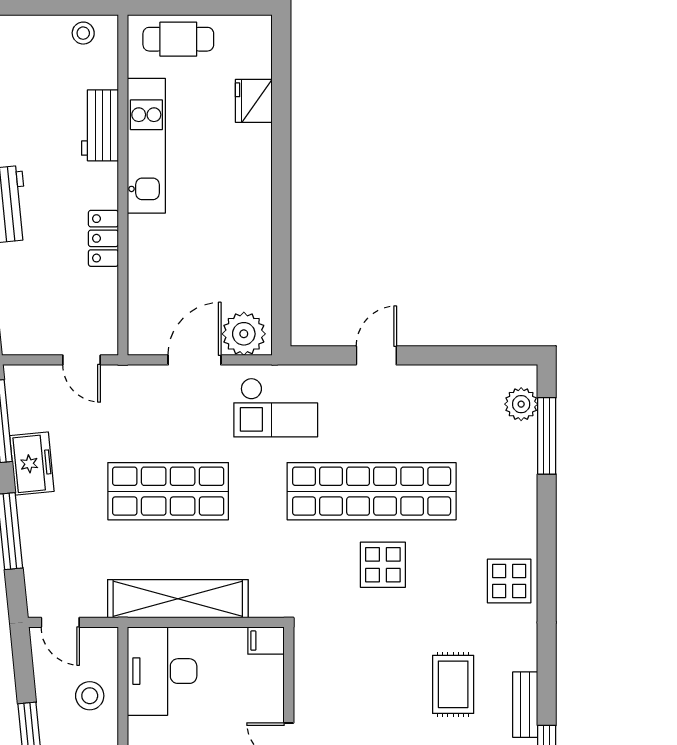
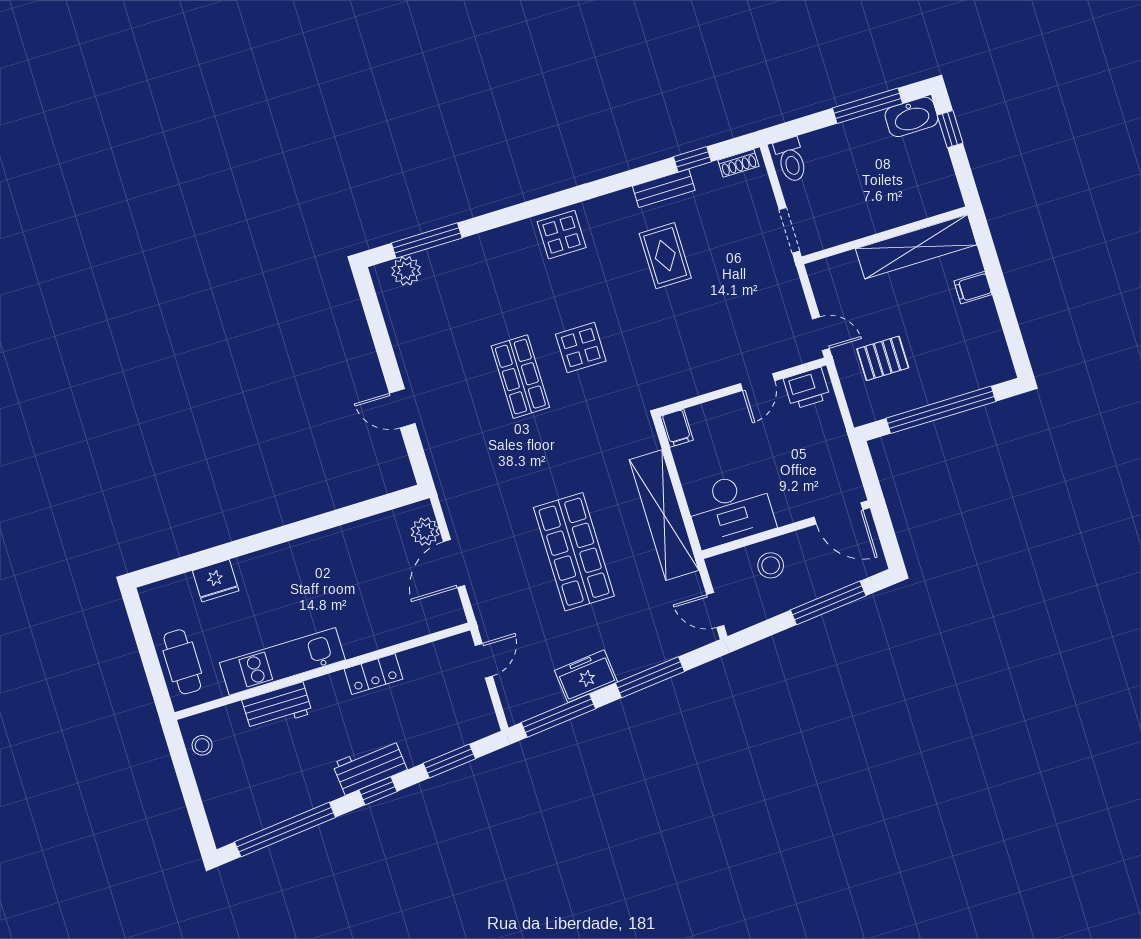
plant: (244, 334) -> (425, 531), width x0.73, depth x0.73
door: (194, 360) -> (454, 564), hinge flipped
checkout: (276, 408) -> (474, 481), removed
shop shelf: (372, 491) -> (520, 377), width x0.50, depth x0.74
door: (60, 622) -> (715, 610), swing flipped
rug: (453, 684) -> (665, 256), turned 90

